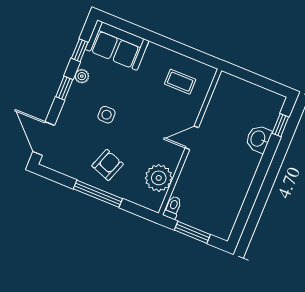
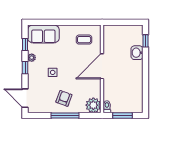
door: (192, 138) -> (102, 66), width x1.87
plant: (159, 178) -> (93, 105), moved

